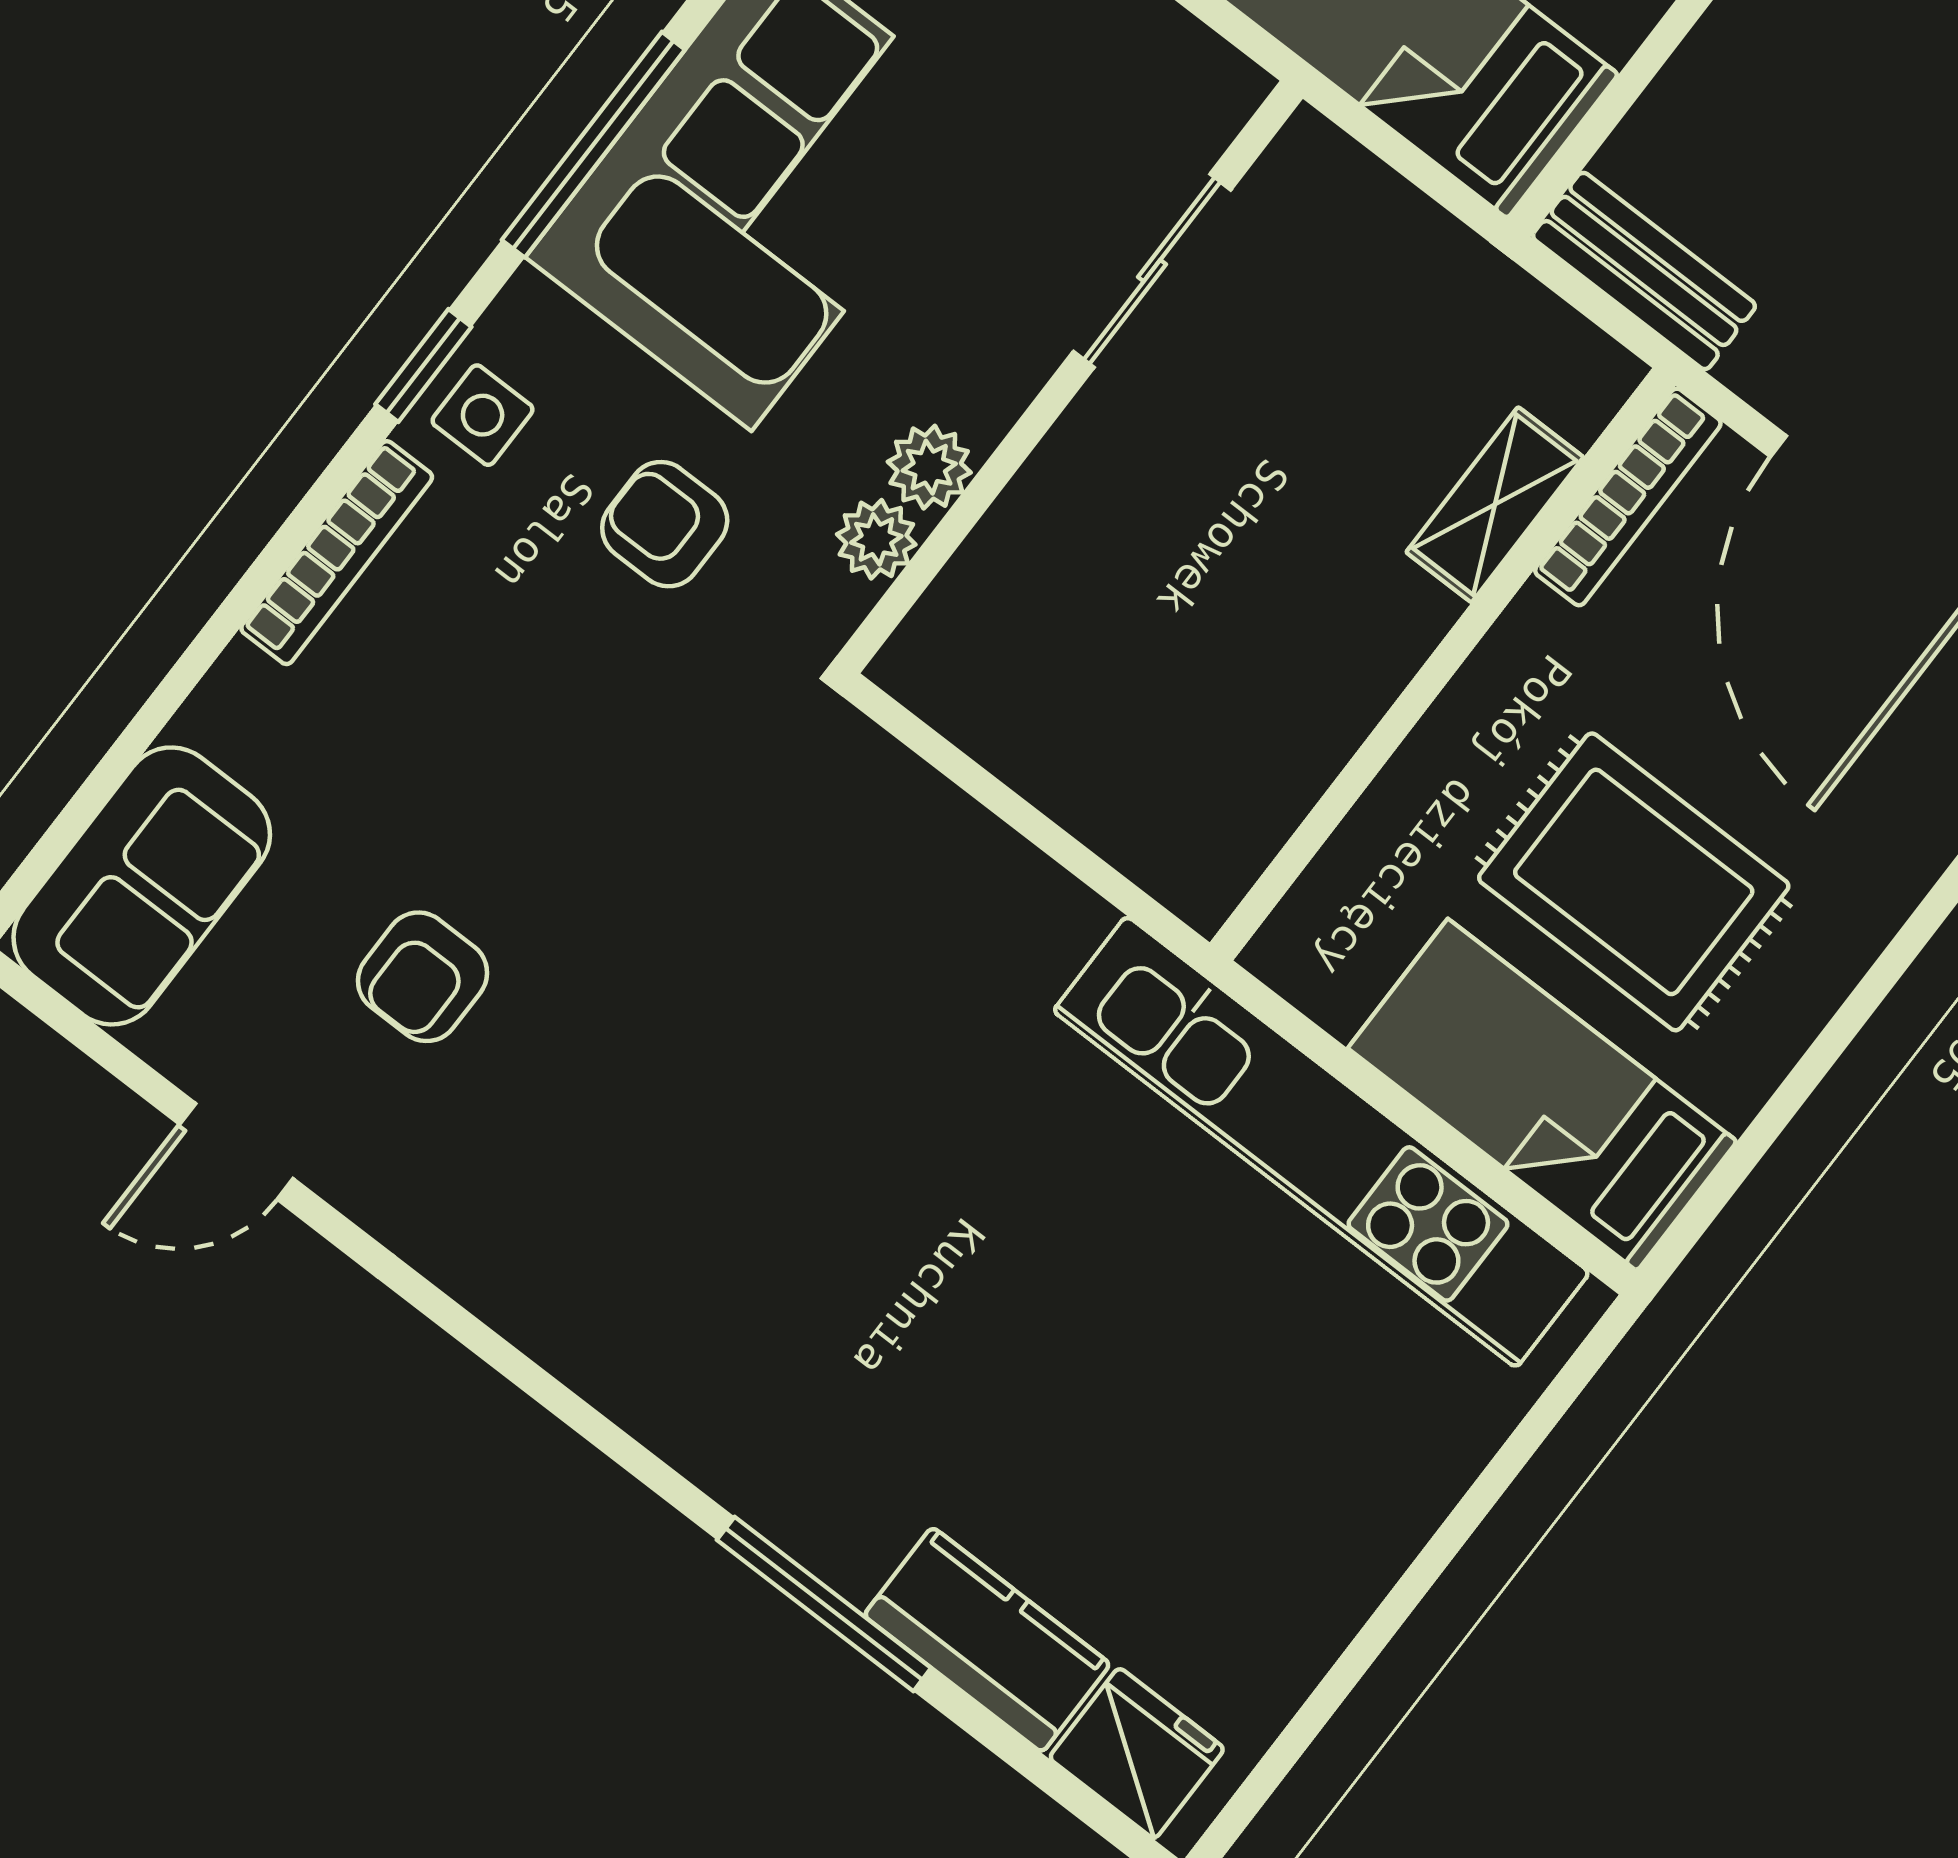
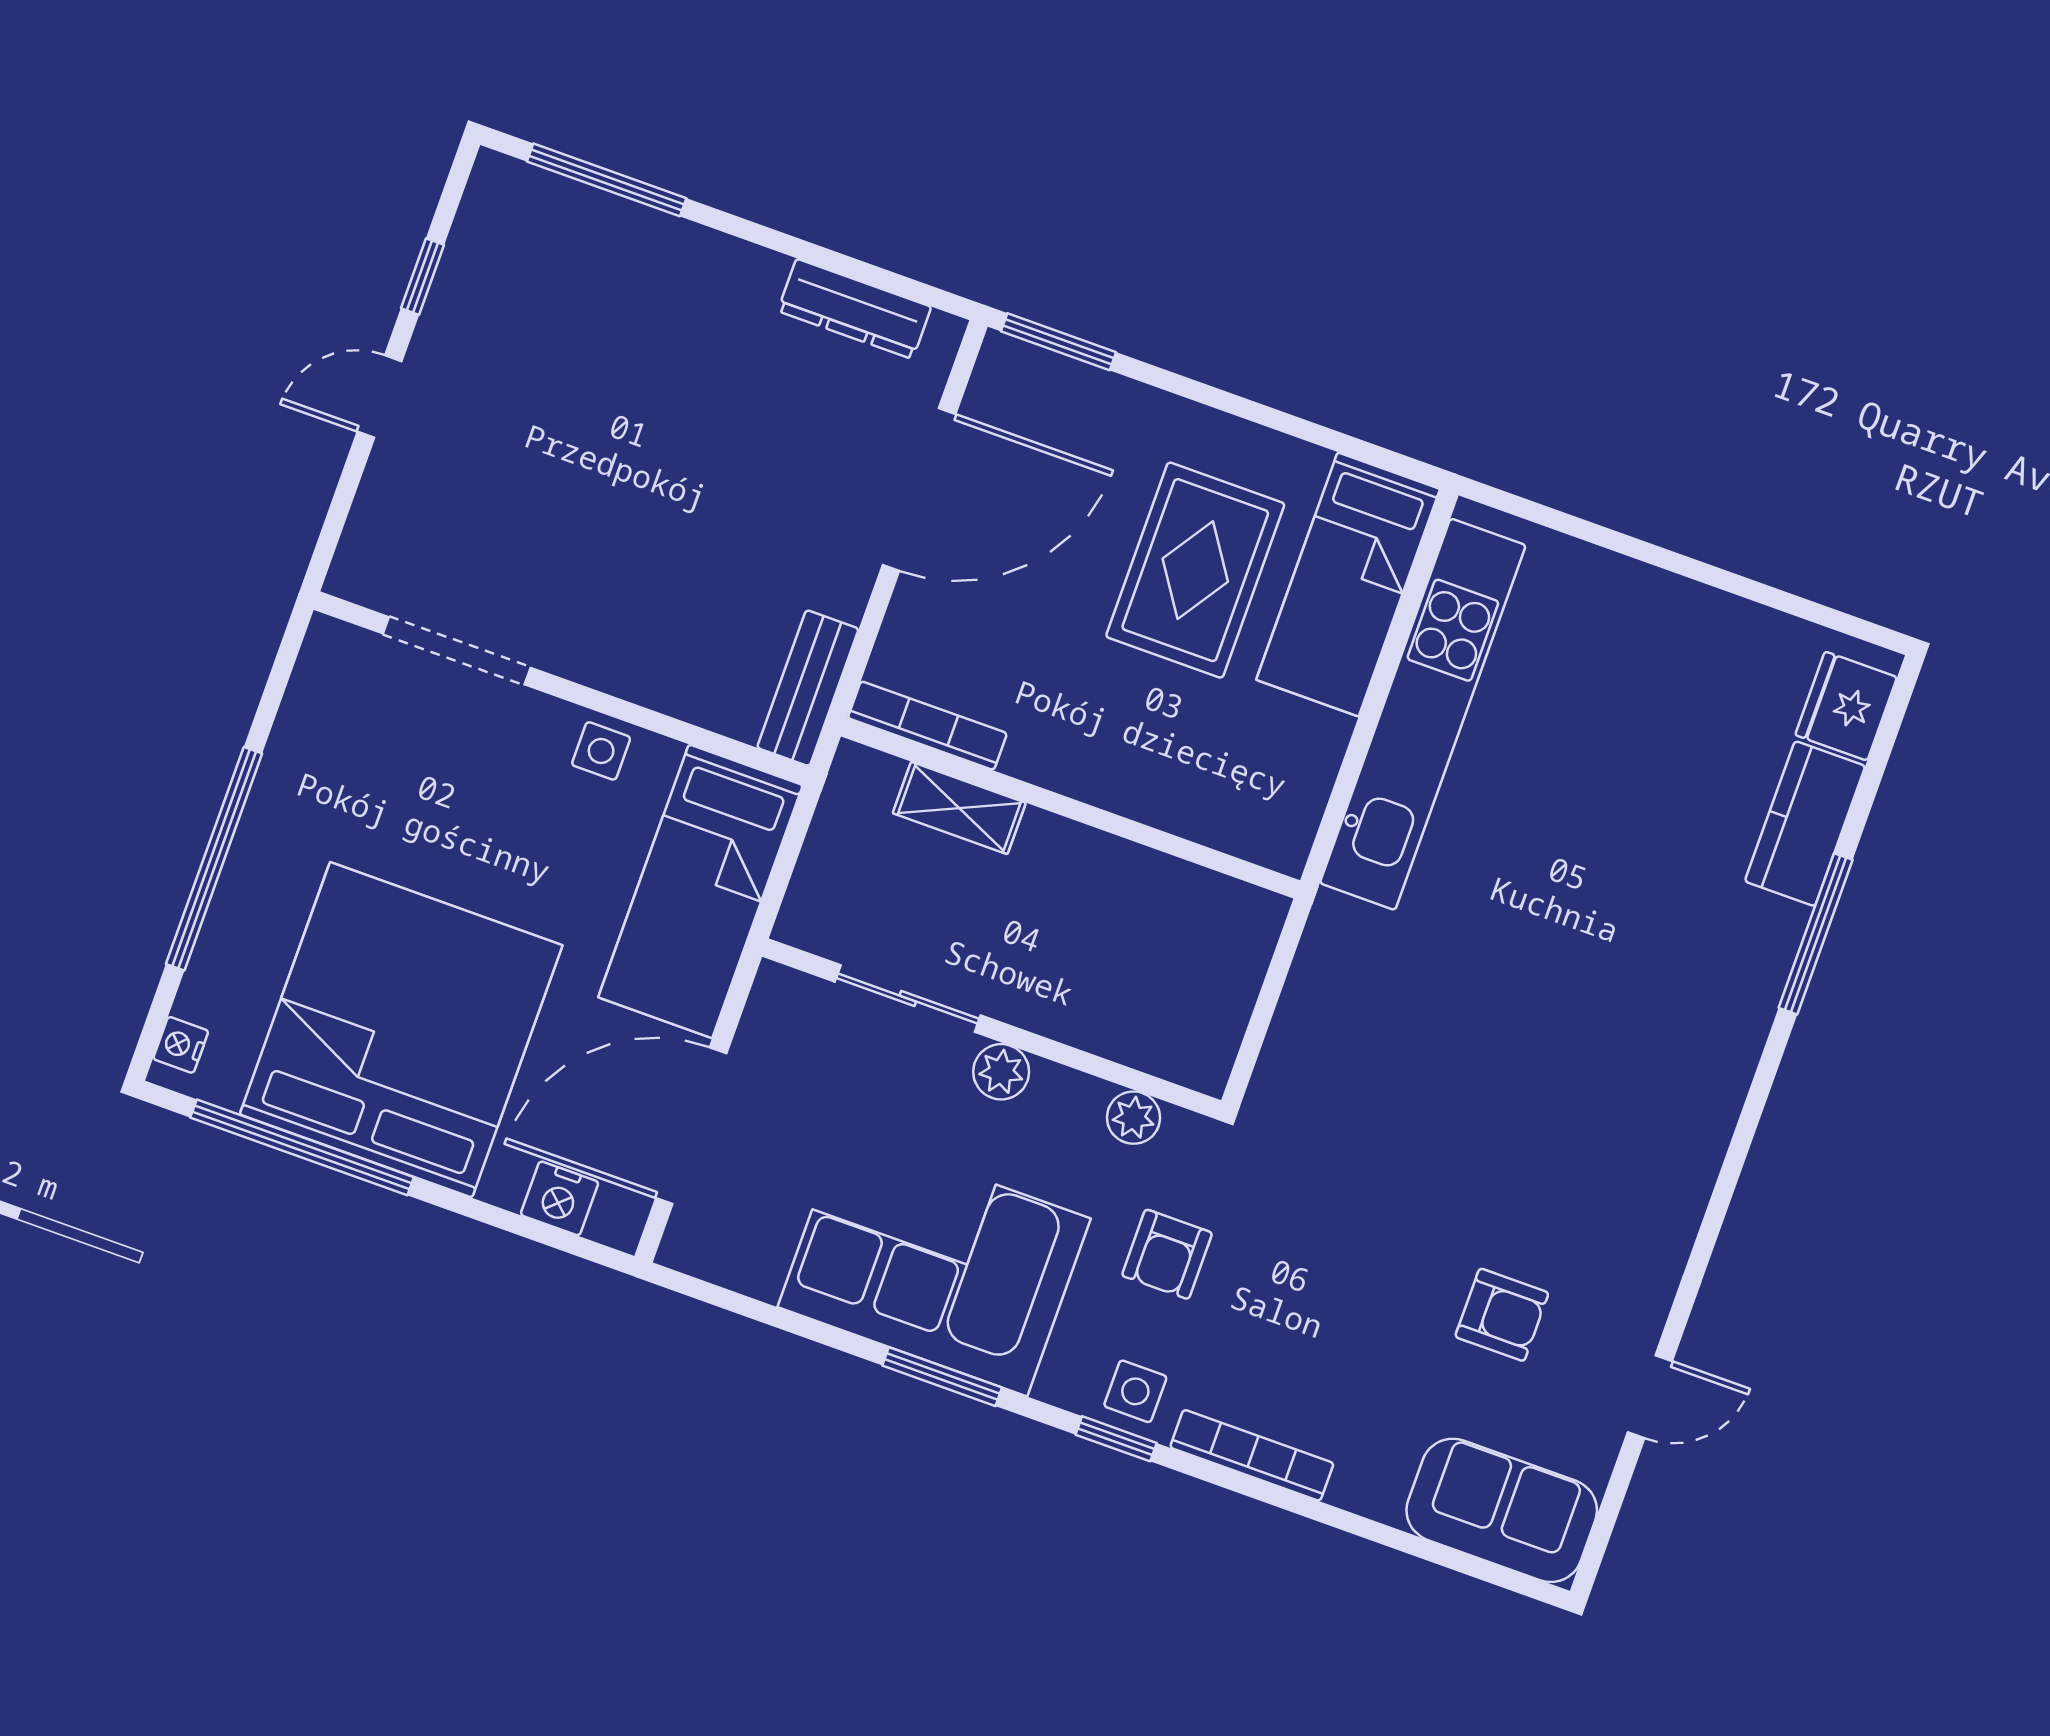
window: (593, 145) -> (942, 1377), width x0.69
plant: (929, 467) -> (1001, 1072), moved
bookcase: (1628, 497) -> (927, 726), moved
shelving: (1495, 505) -> (959, 808), moved
wall: (1443, 664) -> (1070, 808), moved
door: (236, 1151) -> (1650, 1397), hinge flipped

